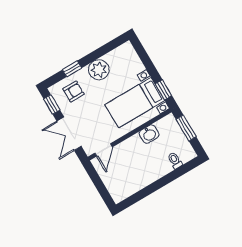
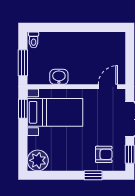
plant: (99, 70) -> (38, 160), moved
armchair: (74, 92) -> (104, 154), turned 180
toilet: (175, 160) -> (34, 40), moved

